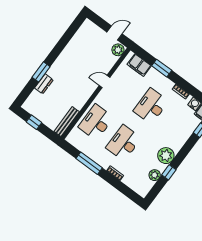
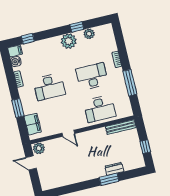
desk: (124, 143) -> (92, 77), turned 180

